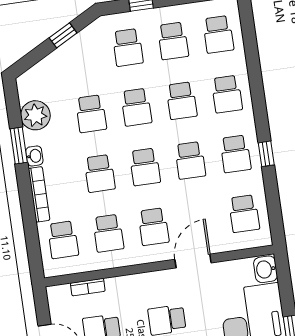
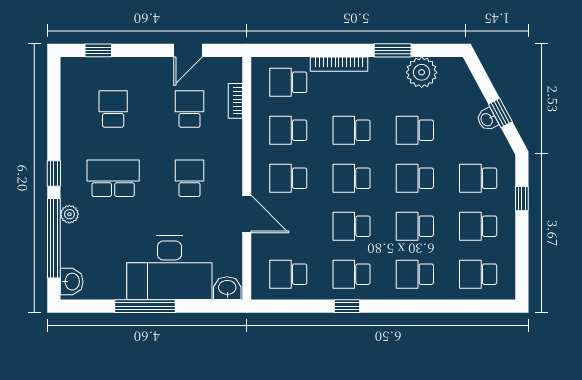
washbasin: (34, 156) -> (487, 120), moved, turned 62

